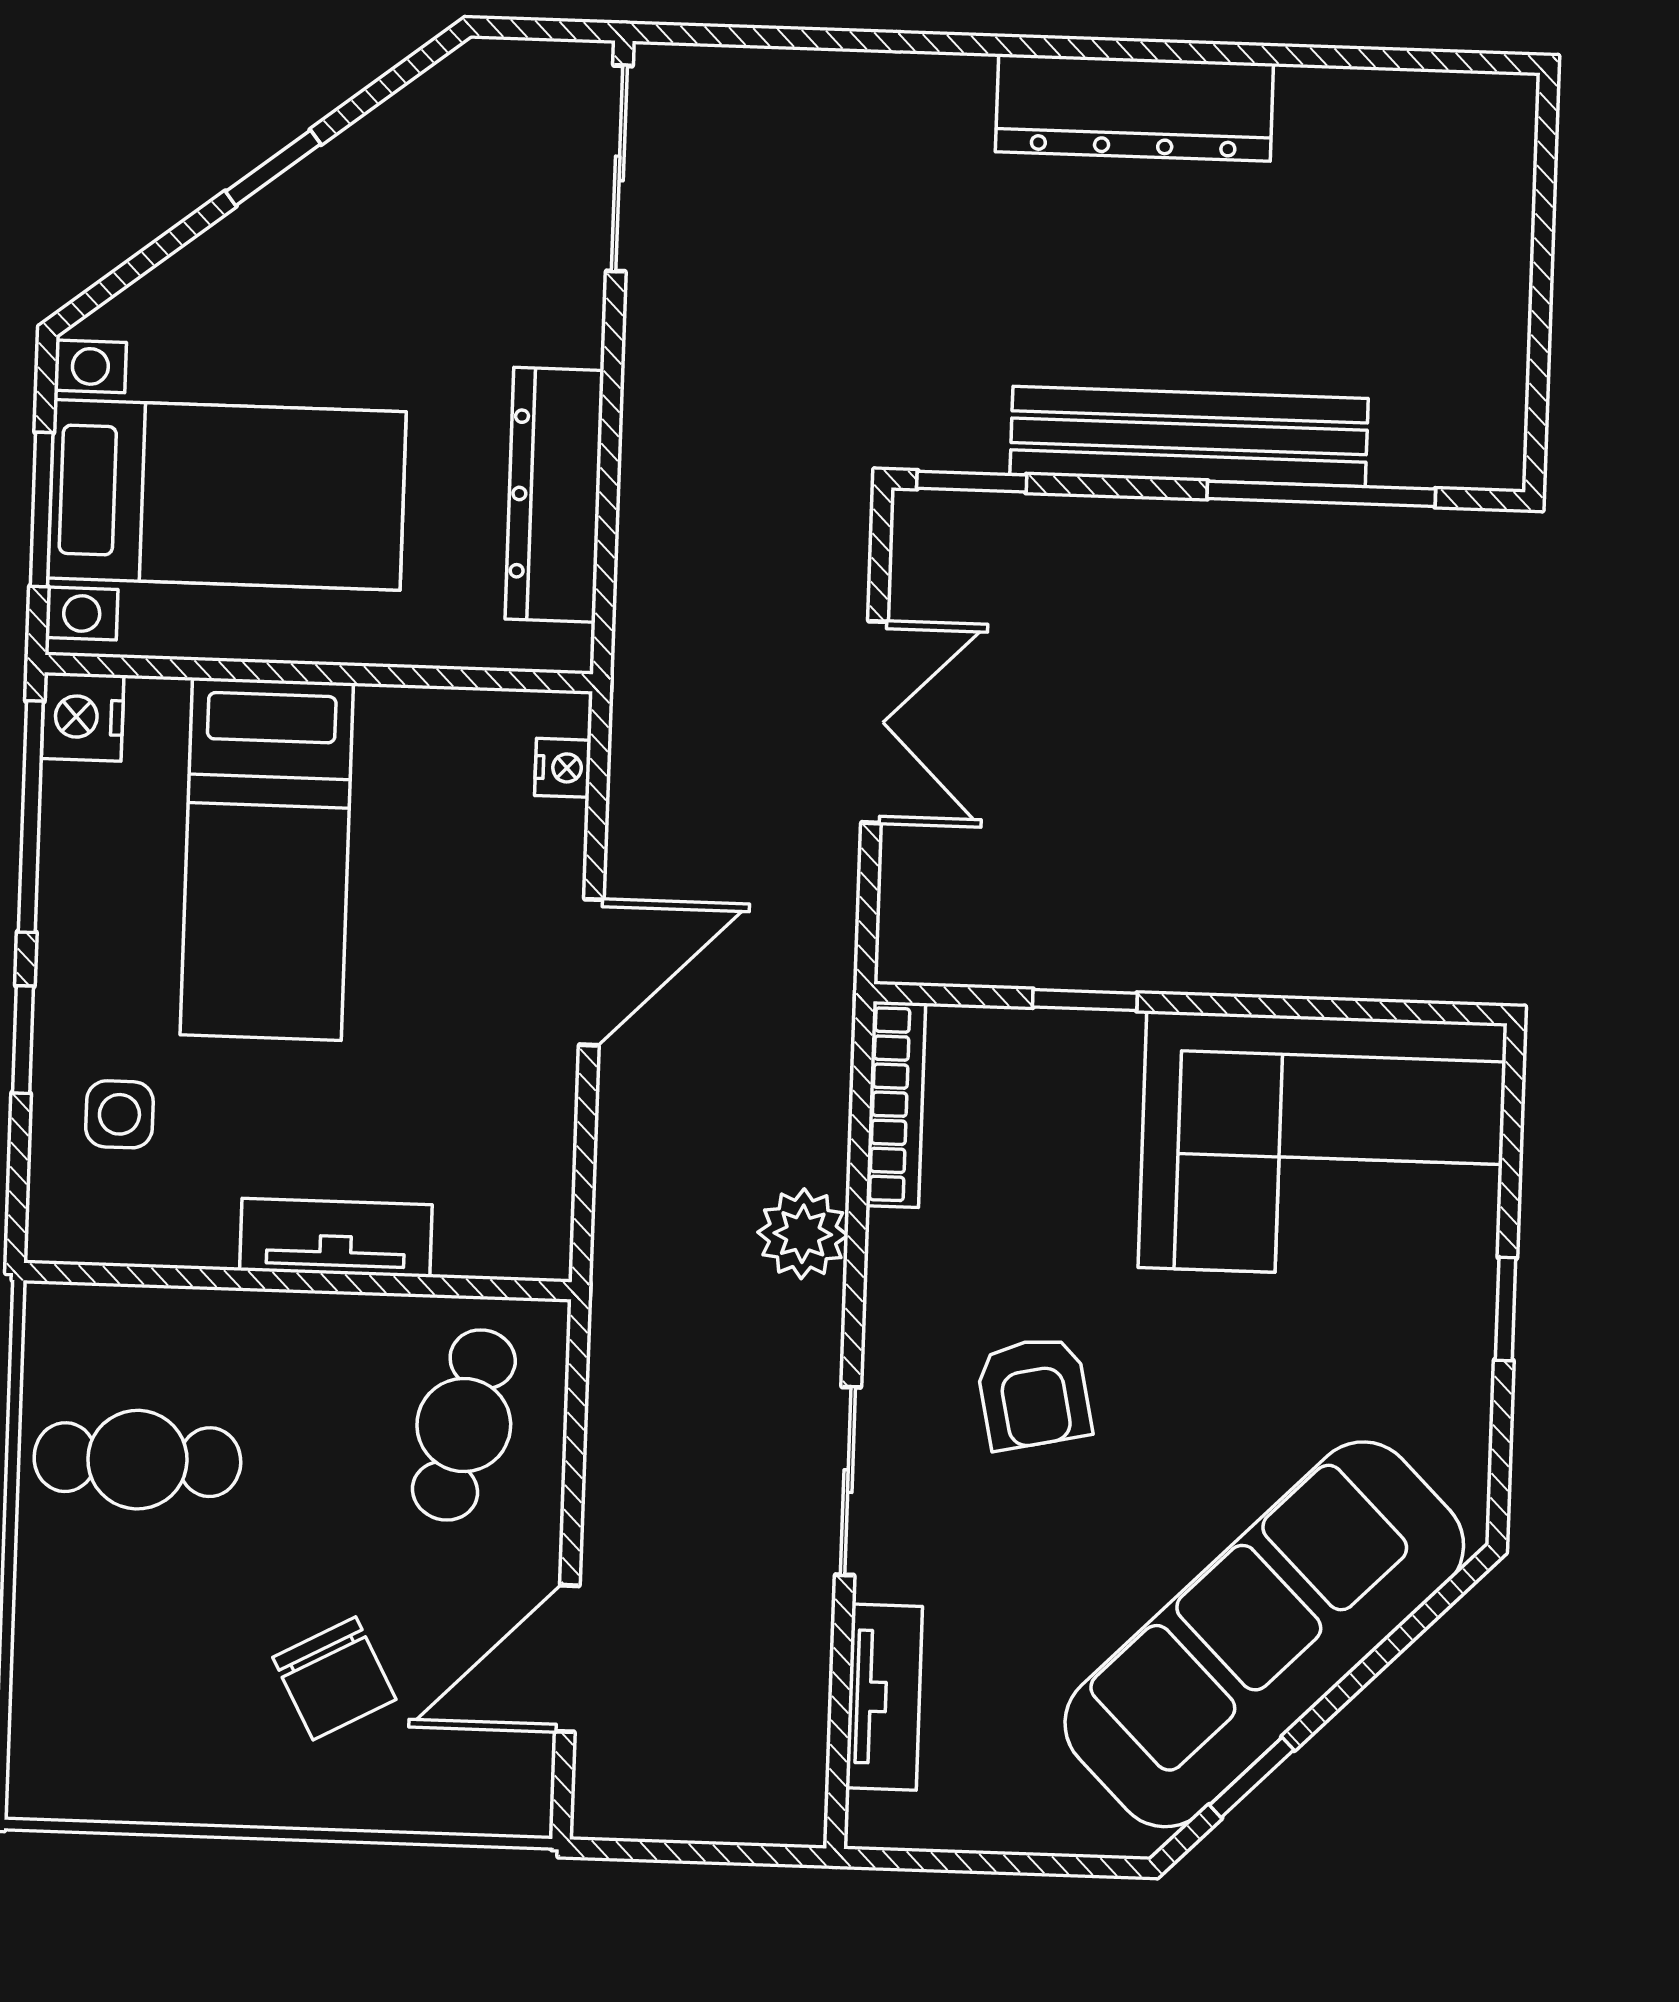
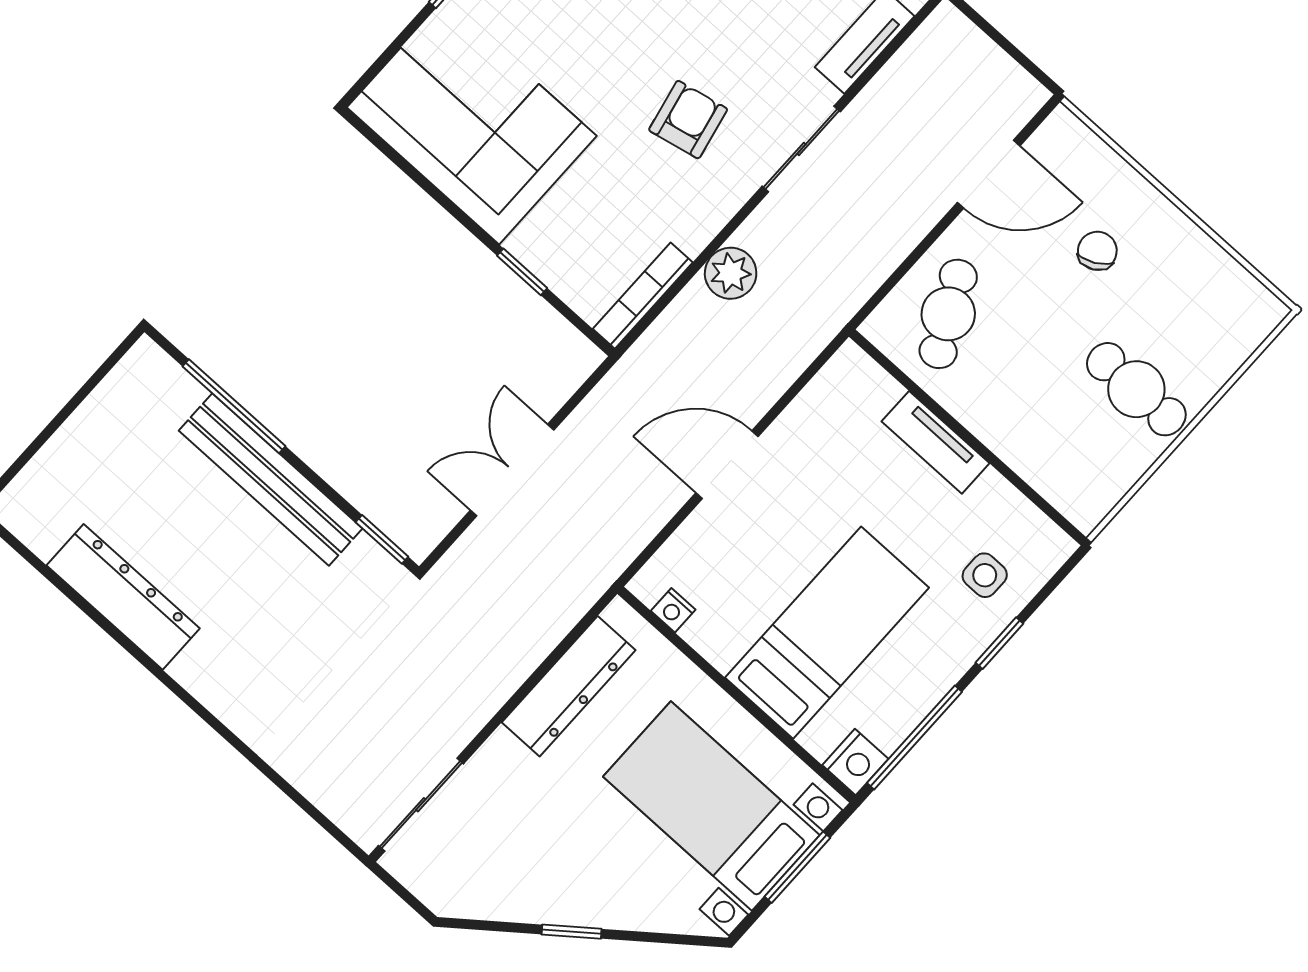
dresser: (1134, 108) -> (123, 597), moved
nightstand: (563, 768) -> (673, 610), moved, turned -90
cafe table: (464, 1425) -> (948, 314), turned -41
cafe table: (137, 1460) -> (1136, 389), moved
chair: (334, 1678) -> (1097, 251), width x0.73, depth x0.73

